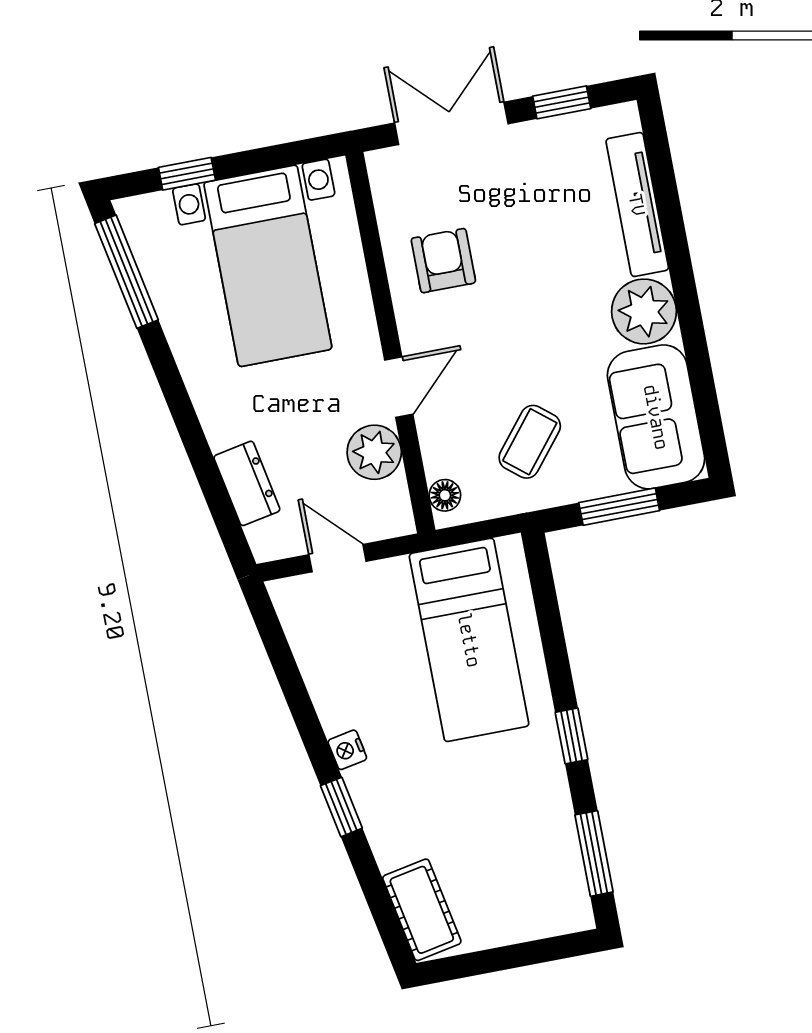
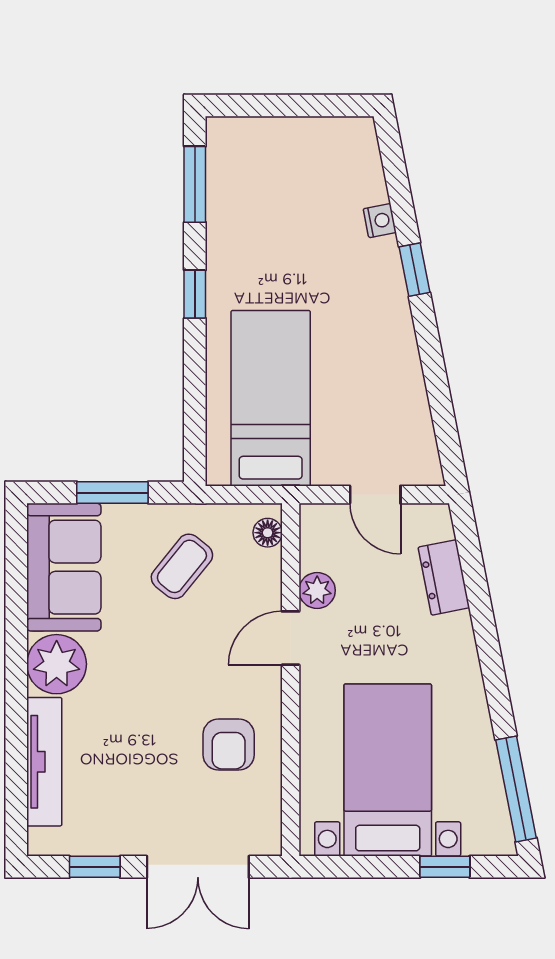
plant: (374, 452) -> (317, 590), width x0.73, depth x0.73
nightstand: (347, 750) -> (380, 221), moved
cot: (422, 910) -> (360, 163), removed

